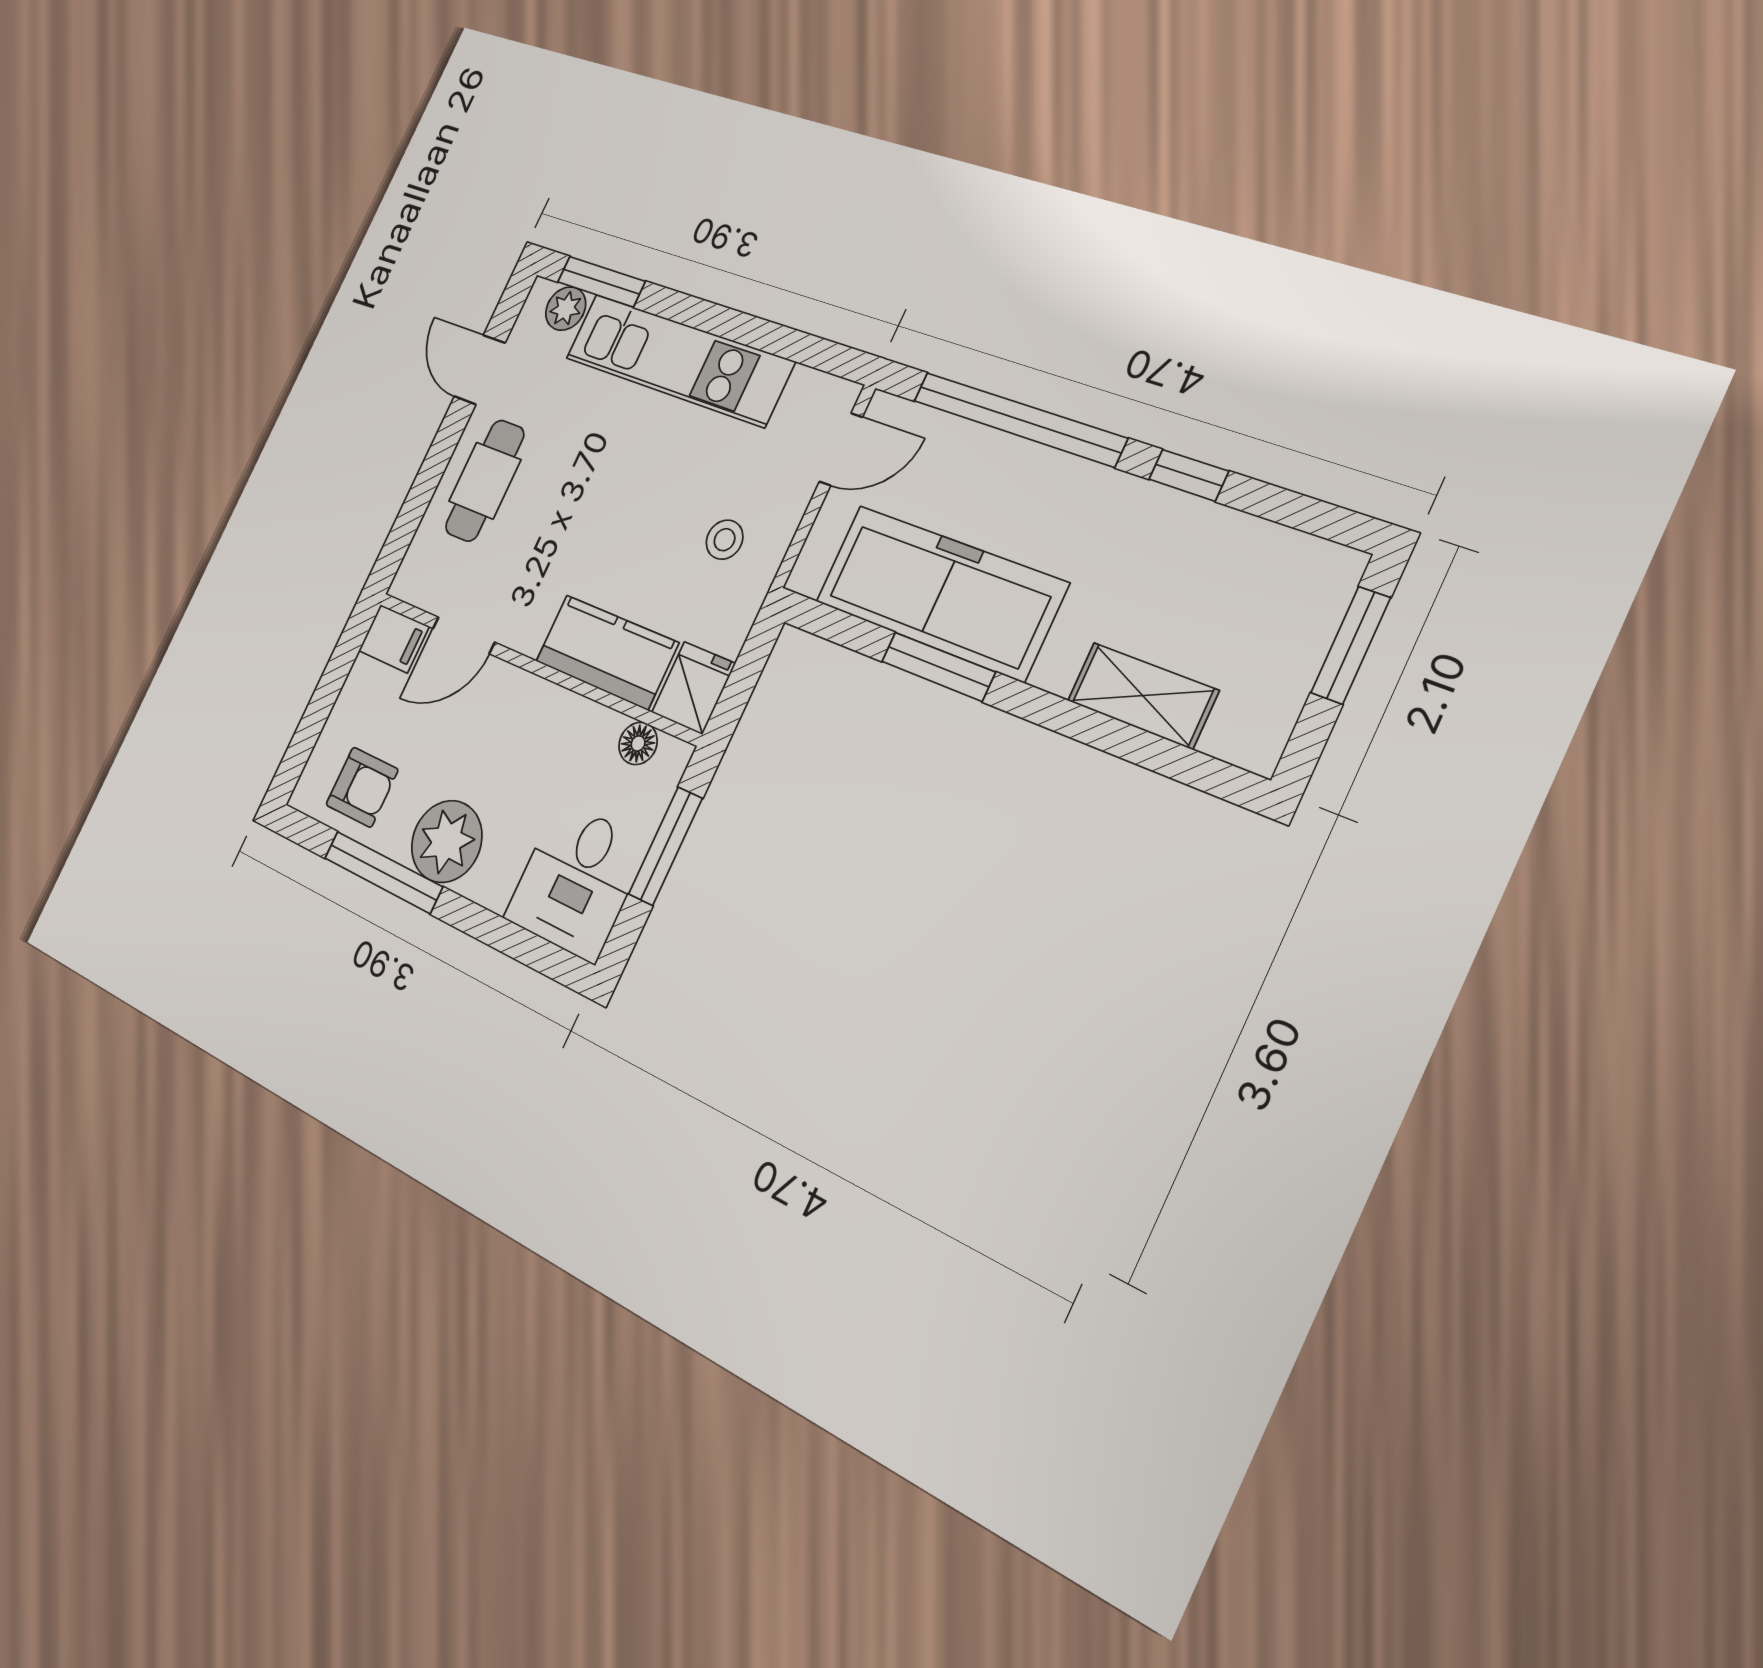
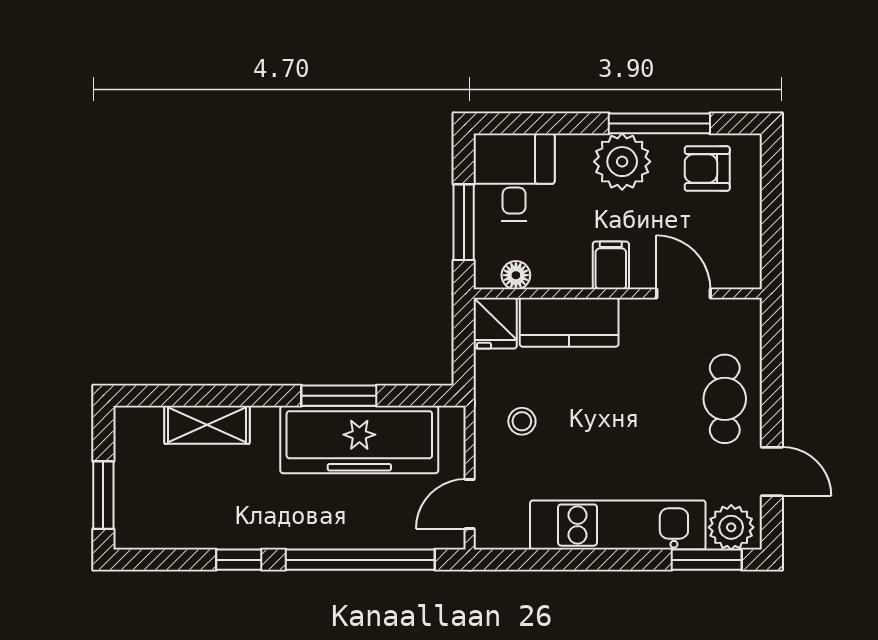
plant: (566, 309) -> (731, 527), width x1.38, depth x1.38
door: (464, 635) -> (683, 294), hinge flipped
filing cabinet: (394, 639) -> (611, 265), moved, turned 90

